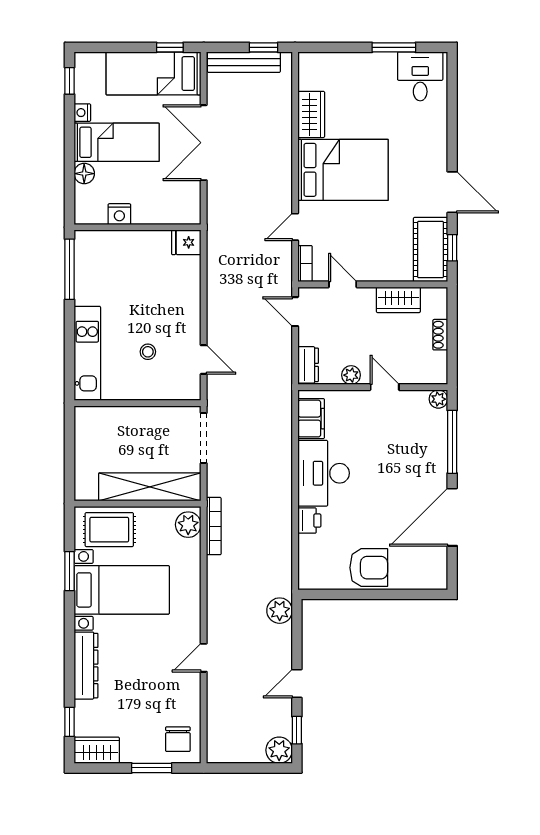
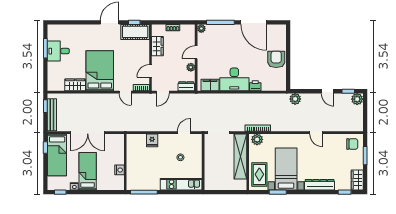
desk: (420, 76) -> (58, 51), moved
floor lamp: (84, 174) -> (101, 186), removed
fridge: (186, 242) -> (152, 140), moved

